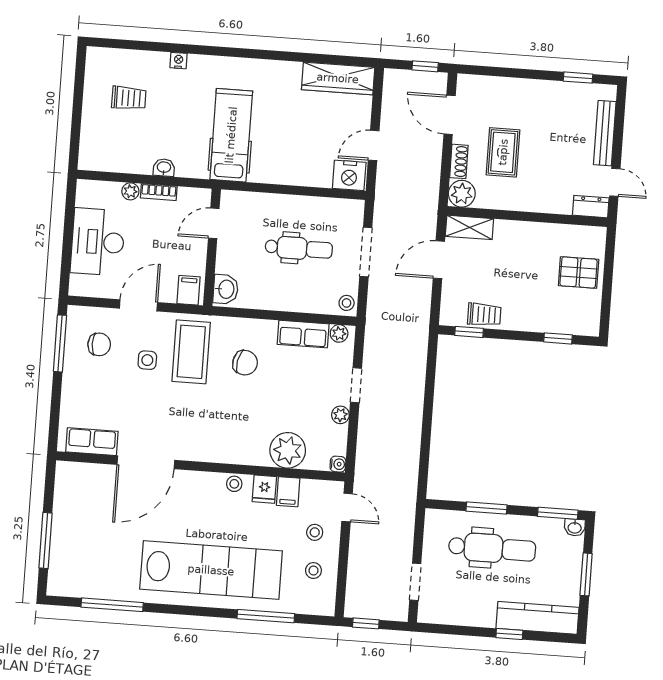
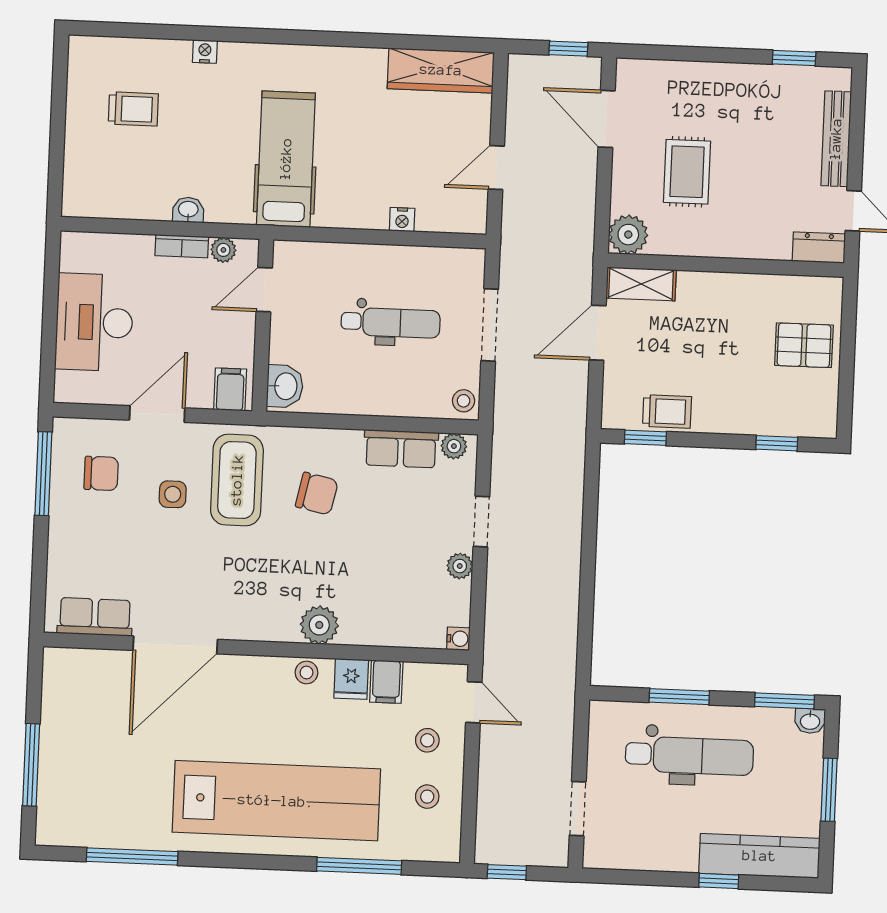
shoe rack: (459, 161) -> (623, 187), removed
nightstand: (349, 175) -> (402, 220), moved, width x0.53, depth x0.56
plant: (130, 191) -> (223, 250), moved
plant: (288, 450) -> (319, 625), moved, width x0.73, depth x0.73

